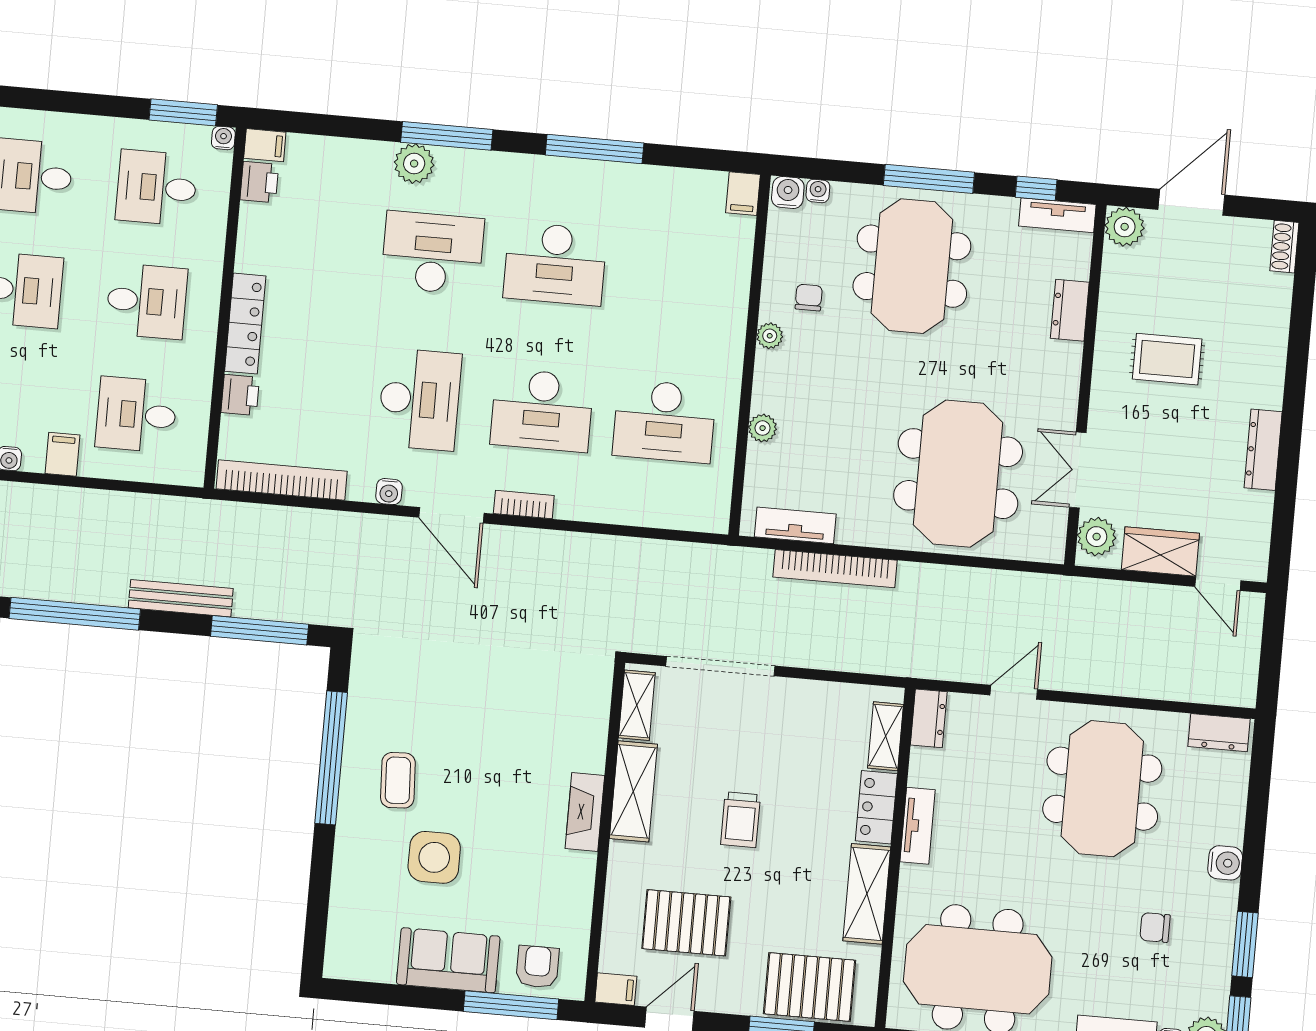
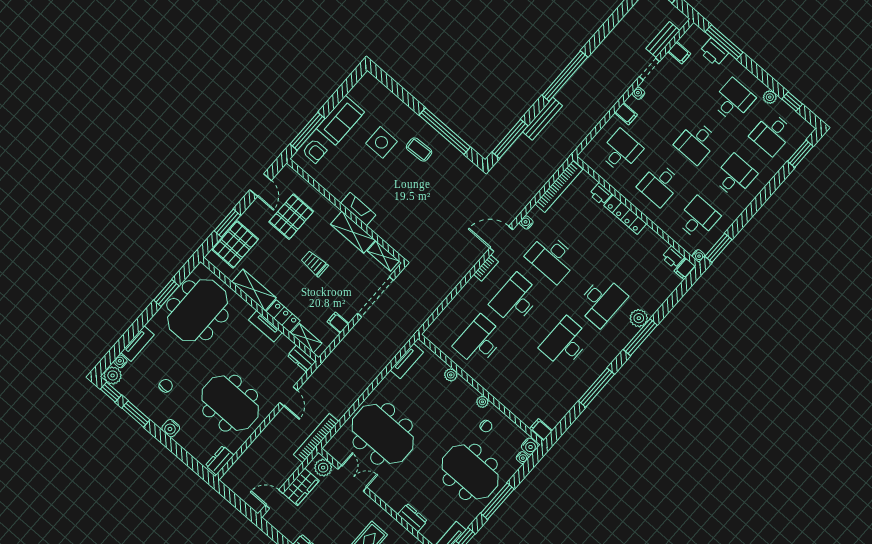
bookcase: (835, 569) -> (316, 438), moved
filing cabinet: (616, 989) -> (338, 323), moved, turned 90

